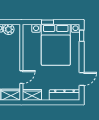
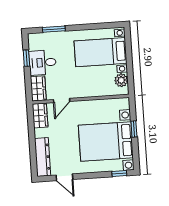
door: (21, 77) -> (62, 100), hinge flipped

